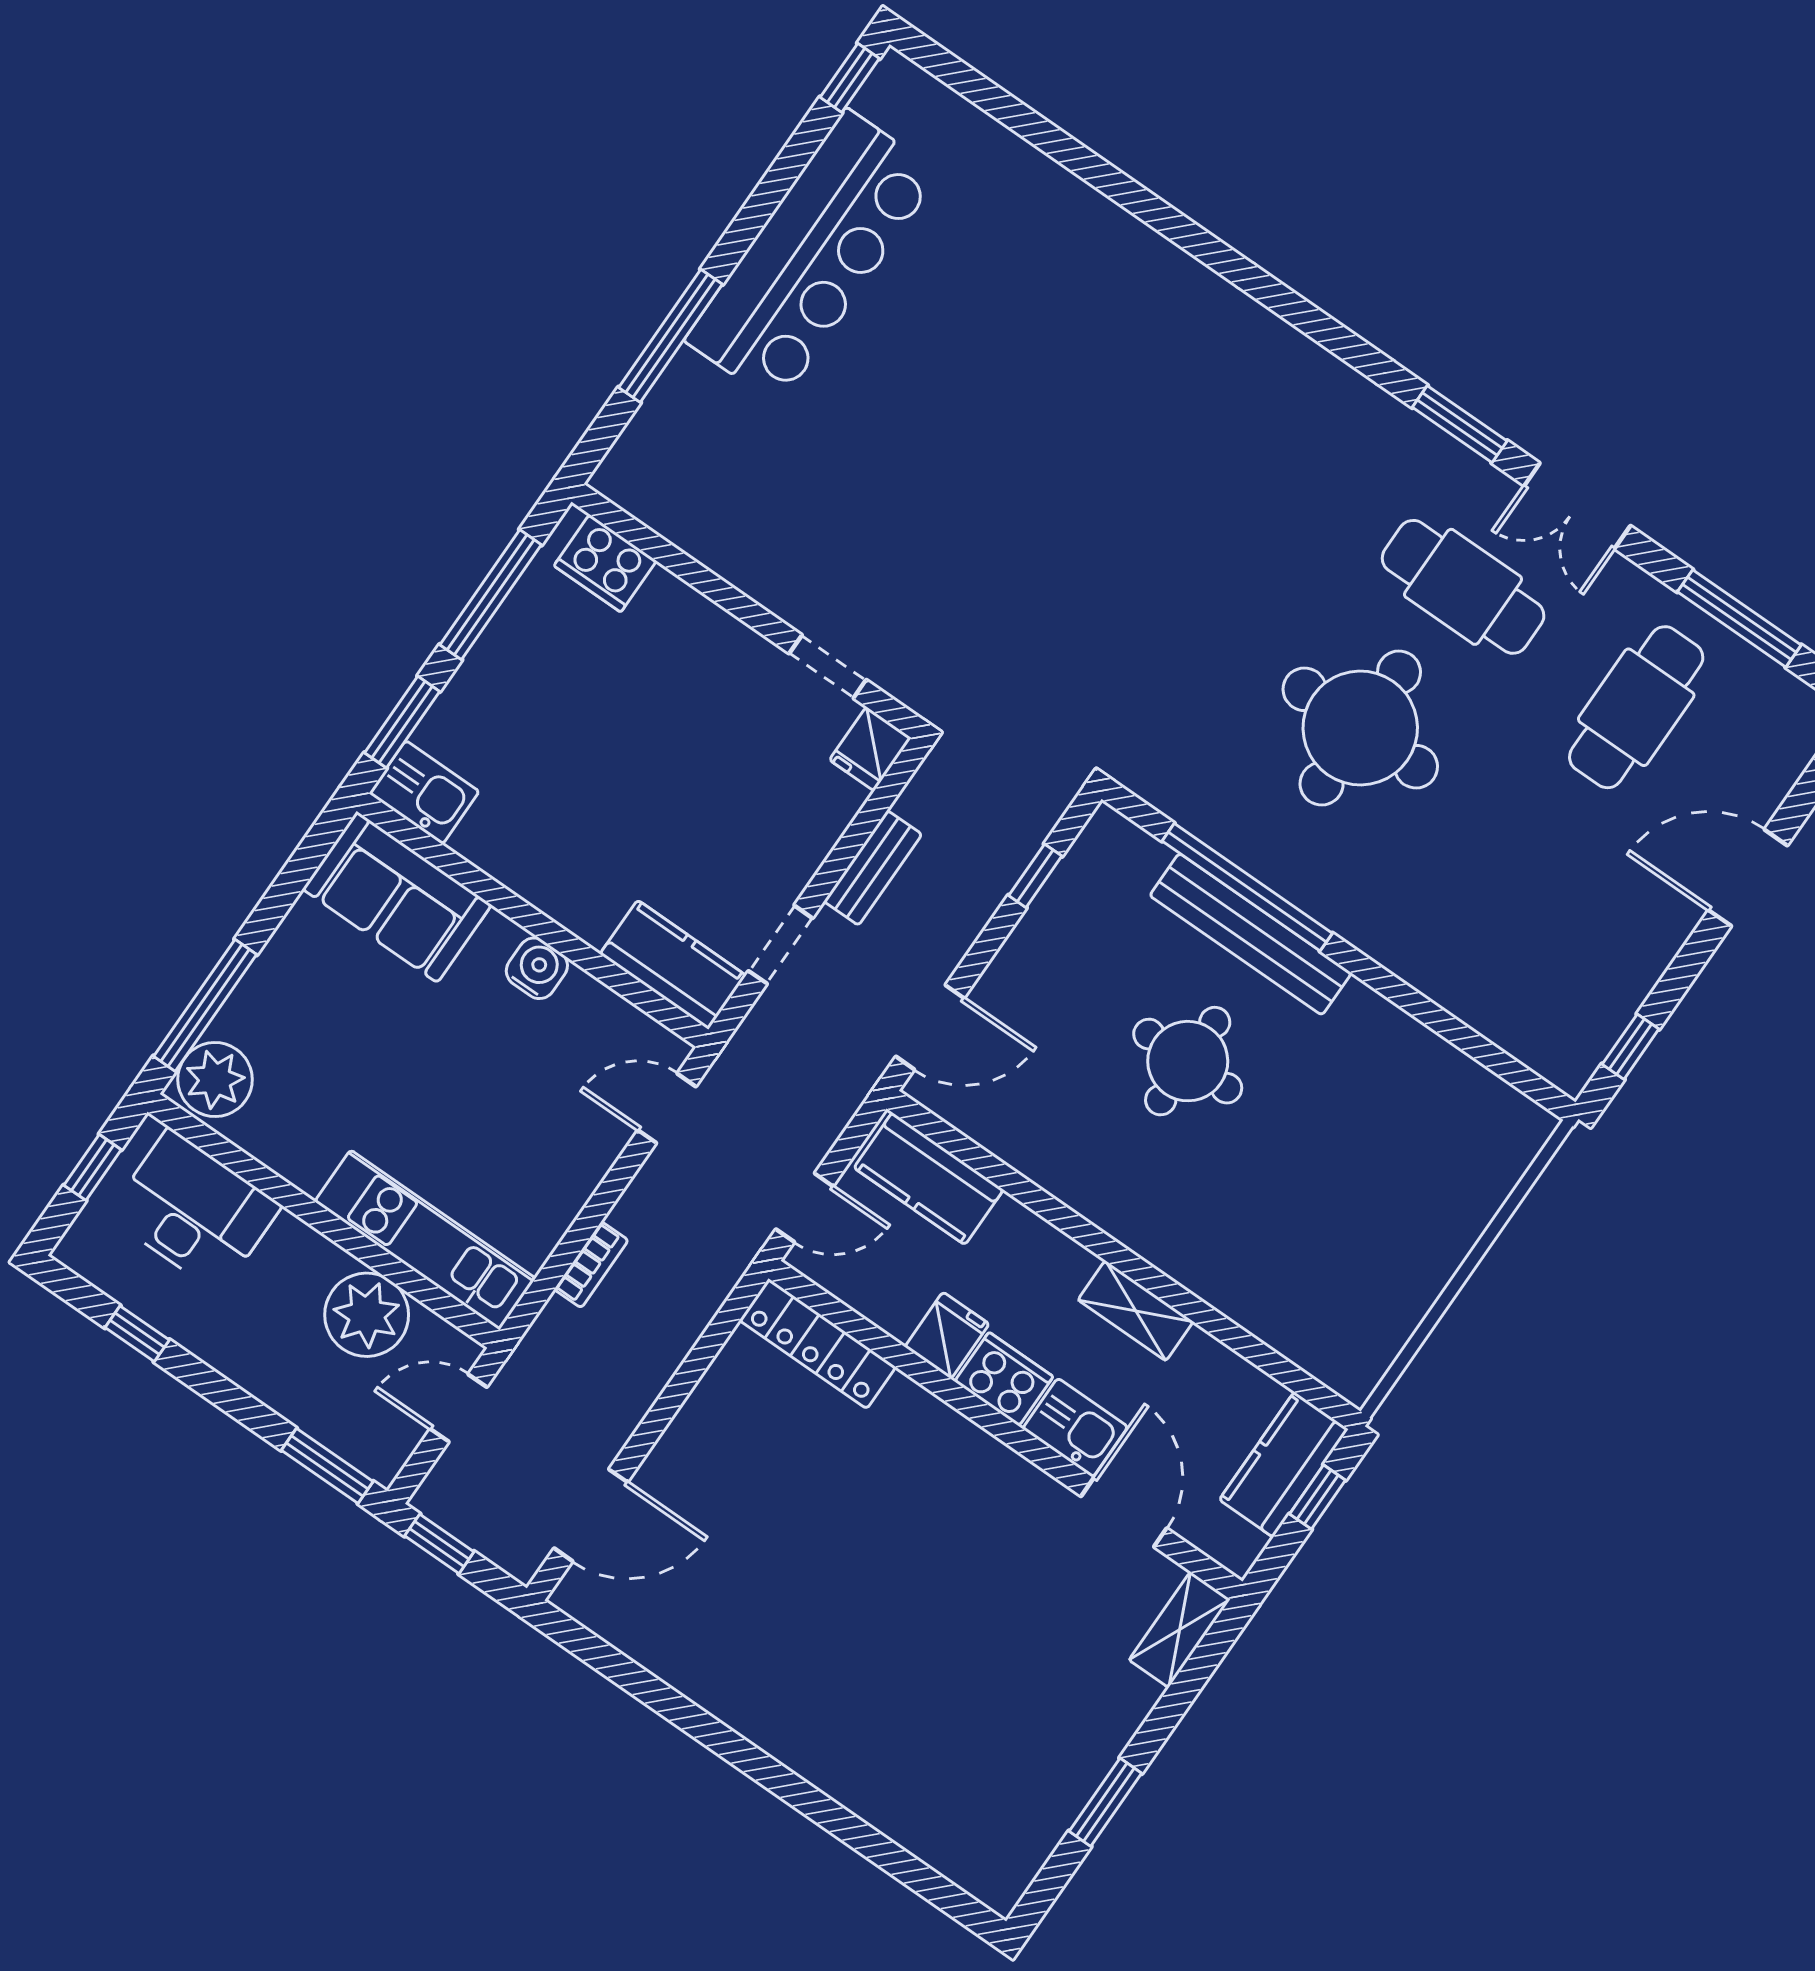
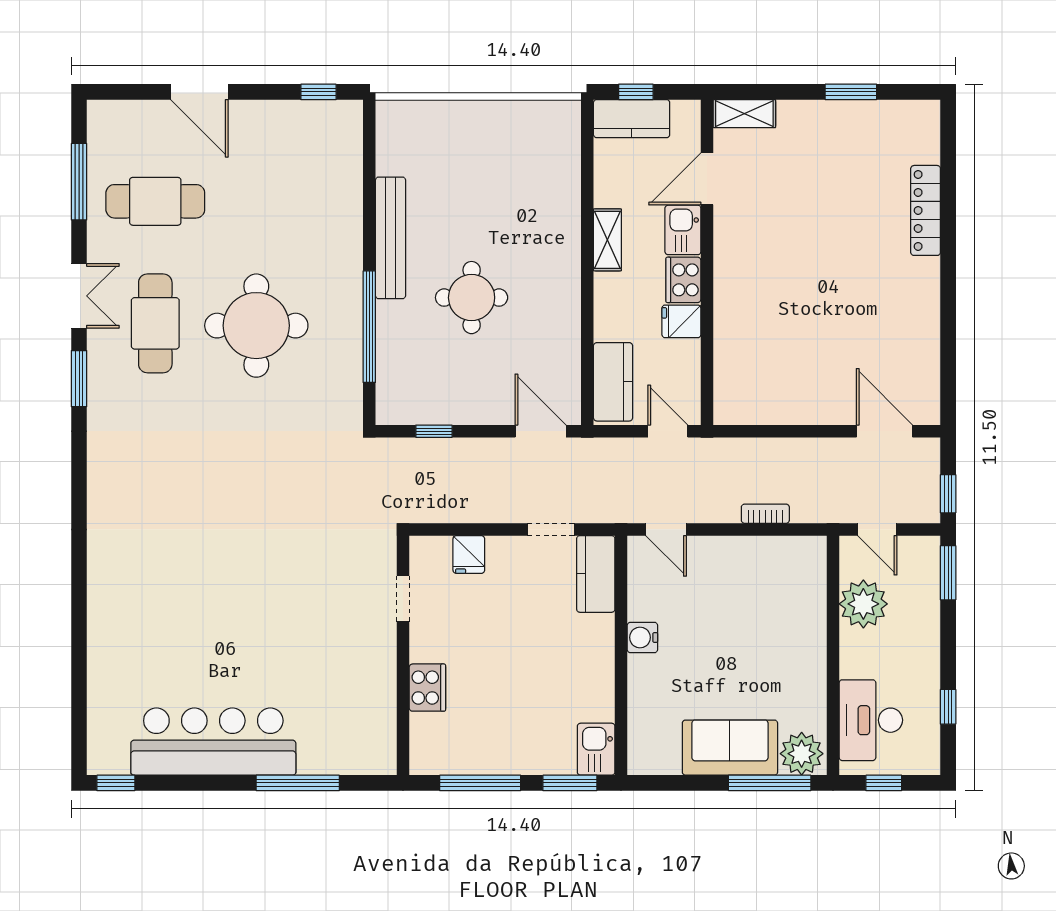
cooker: (605, 563) -> (427, 688), moved
fridge: (870, 749) -> (469, 555), moved, turned 90
bench: (873, 868) -> (484, 511), removed
sofa: (397, 897) -> (730, 748), moved, turned -90
bench: (1251, 934) -> (391, 238), moved
kitchen unit: (425, 1240) -> (808, 601), removed
locker: (818, 1344) -> (926, 210), moved, turned 180

